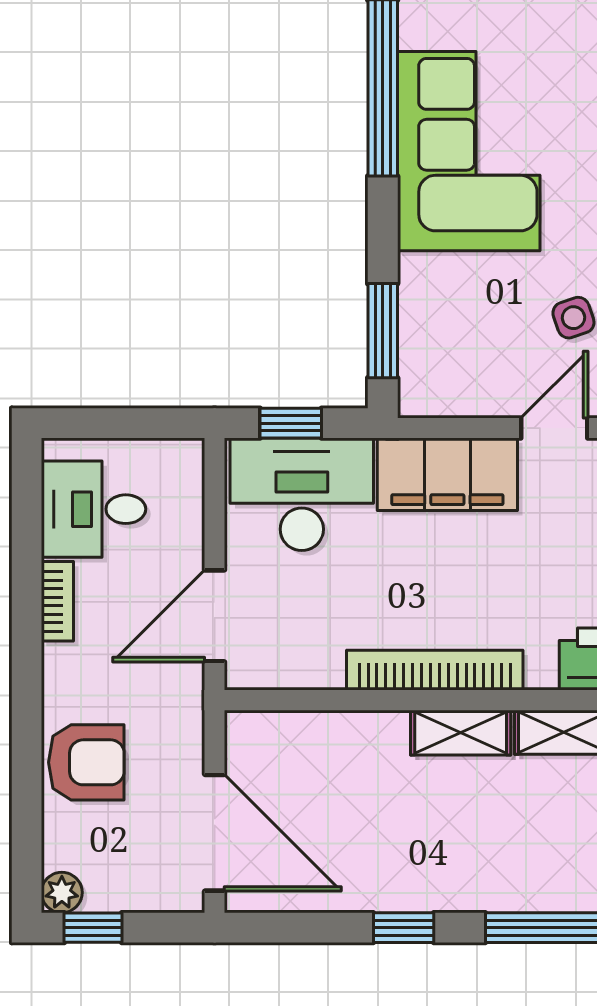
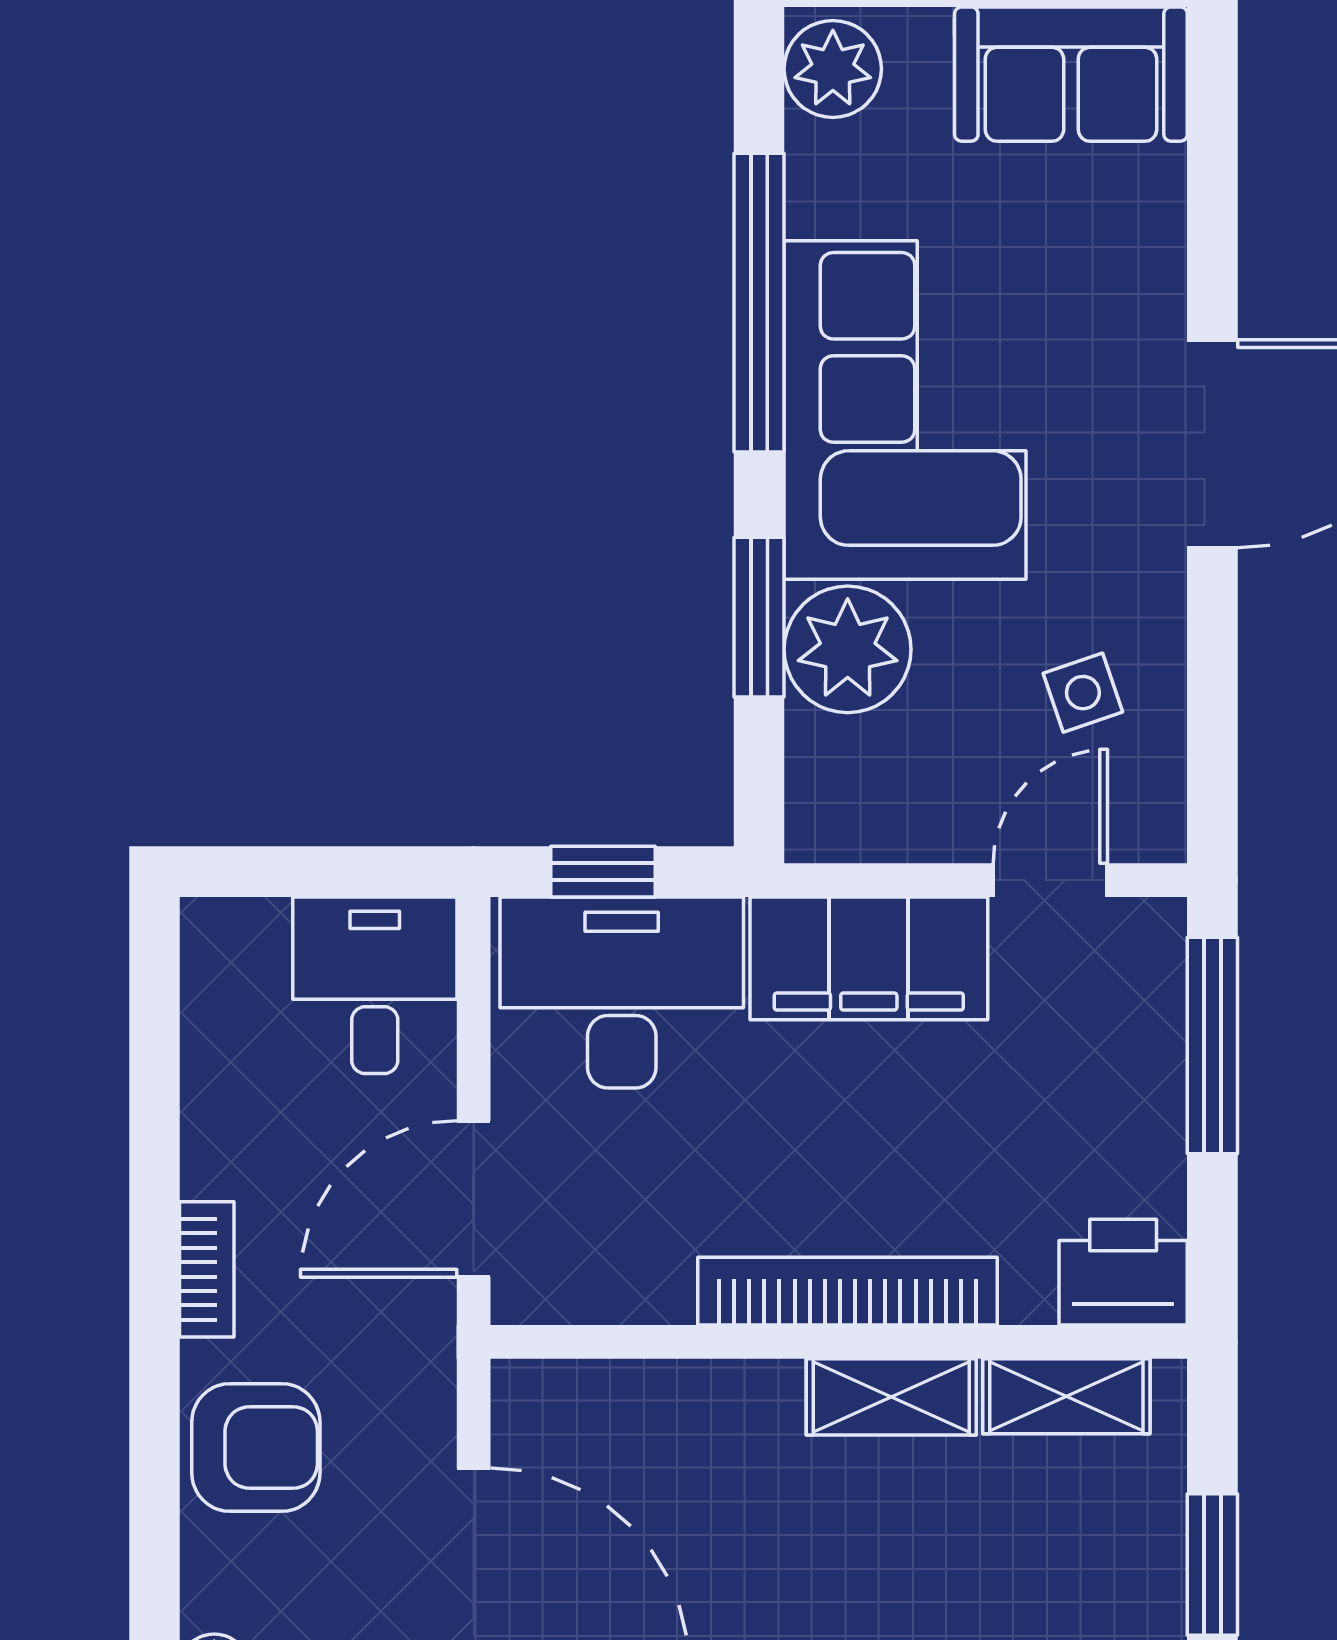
plant: (435, 292) -> (848, 649), added
window: (383, 331) -> (759, 617), moved
desk: (94, 509) -> (375, 985), moved, turned 90
bookcase: (57, 601) -> (207, 1269), moved

